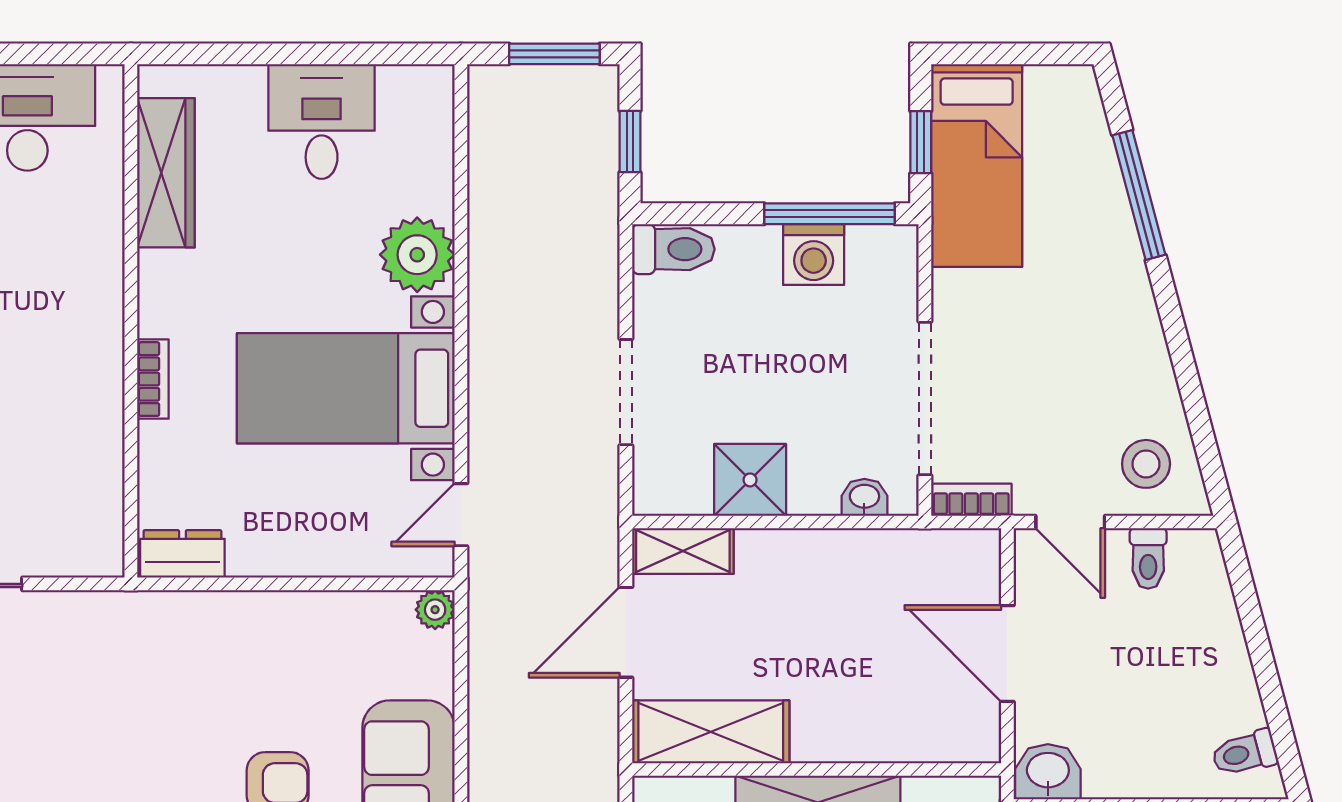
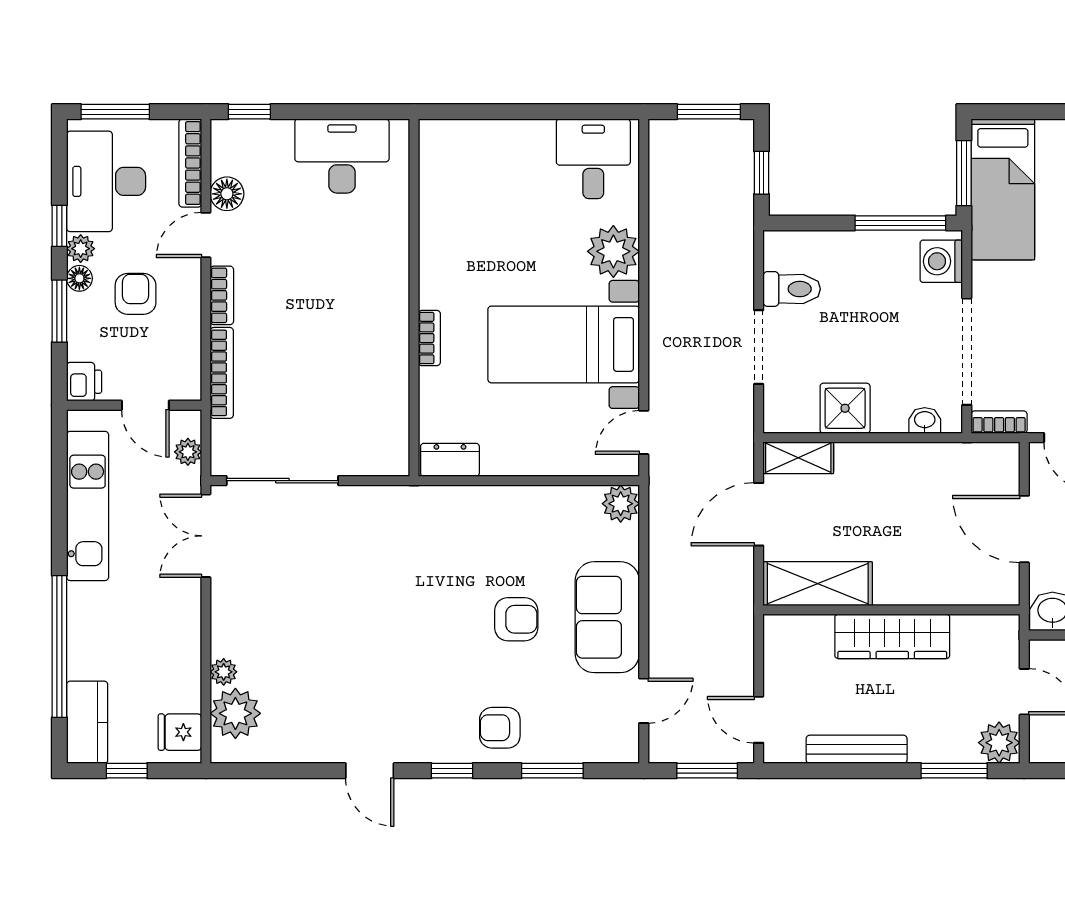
desk: (322, 122) -> (593, 159), moved
window: (921, 142) -> (964, 173), width x1.50
wardrobe: (166, 173) -> (438, 194), removed
toilet: (673, 249) -> (792, 289), moved
washing machine: (814, 255) -> (941, 261), moved, turned 90
plant: (435, 610) -> (621, 504), width x1.38, depth x1.38

